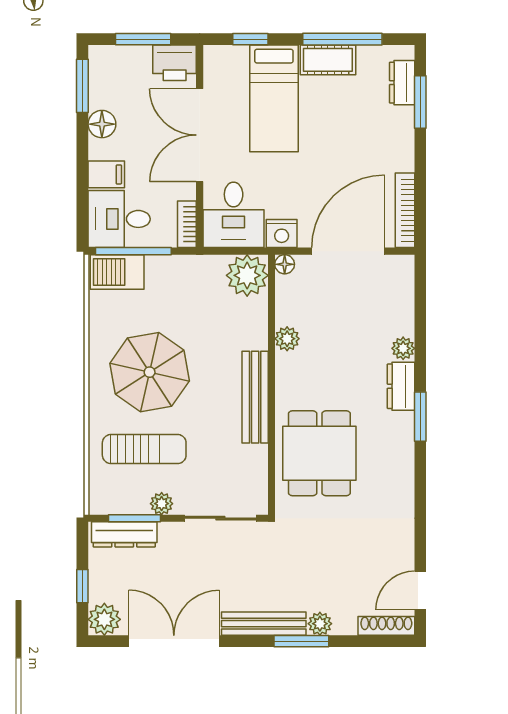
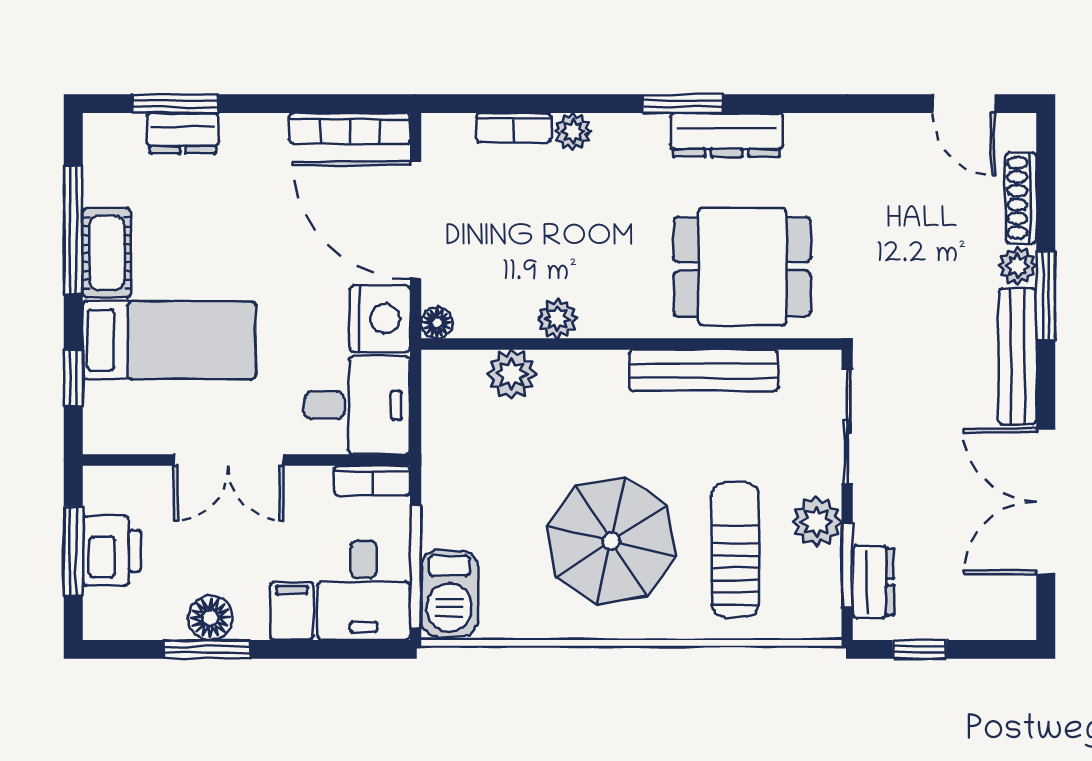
printer: (175, 63) -> (111, 551), moved
dresser: (402, 83) -> (183, 133), moved
window: (82, 86) -> (207, 649), moved
double door: (200, 135) -> (228, 460), width x0.73
nightstand: (282, 234) -> (380, 319), width x1.36, depth x1.33
plant: (247, 275) -> (512, 374), moved, width x0.73, depth x0.73
bookcase: (405, 312) -> (514, 128), added
dresser: (401, 386) -> (727, 135), moved, width x1.44
bench: (255, 397) -> (704, 370), moved
plant: (162, 504) -> (817, 522), width x1.38, depth x1.38
dresser: (124, 534) -> (873, 582), width x0.70
window: (82, 586) -> (919, 649), moved
plant: (104, 619) -> (1010, 614), removed
shoe rack: (386, 626) -> (1021, 198), moved

